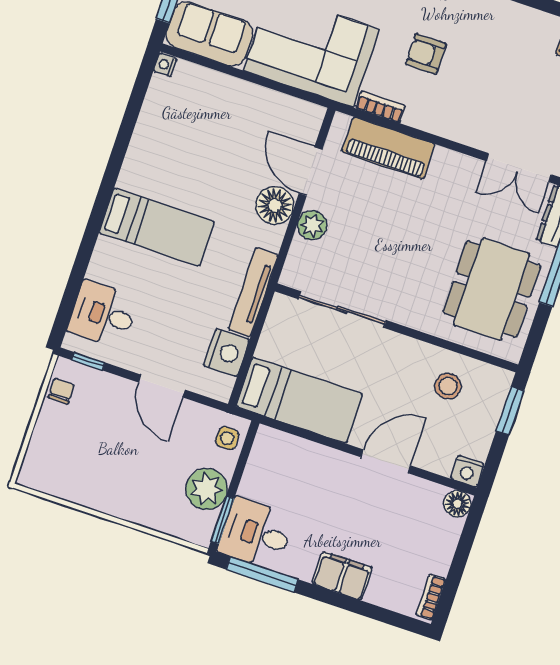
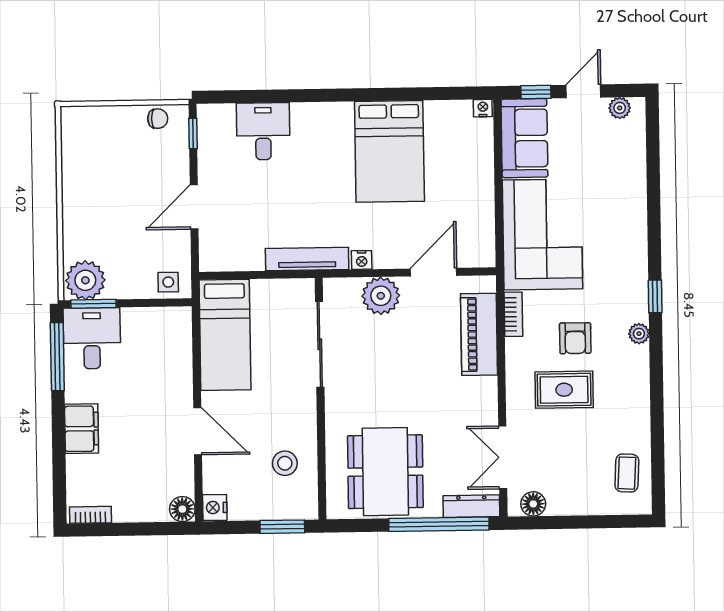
armchair: (426, 54) -> (575, 338), turned 180
rug: (473, 83) -> (564, 390), added
floor lamp: (275, 205) -> (392, 251), removed
plant: (312, 225) -> (381, 296), width x1.36, depth x1.36
bed: (157, 227) -> (389, 151), moved, width x1.50
dining table: (492, 289) -> (385, 472), turned 90
desk: (103, 314) -> (263, 131), moved
nightstand: (226, 353) -> (362, 260), moved, width x0.53, depth x0.56
plant: (207, 489) -> (85, 280), moved

